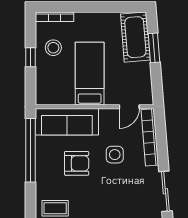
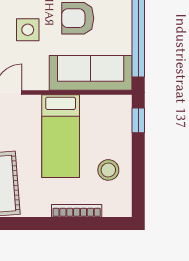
bookcase: (54, 17) -> (77, 211), moved
window: (31, 57) -> (138, 120), moved

